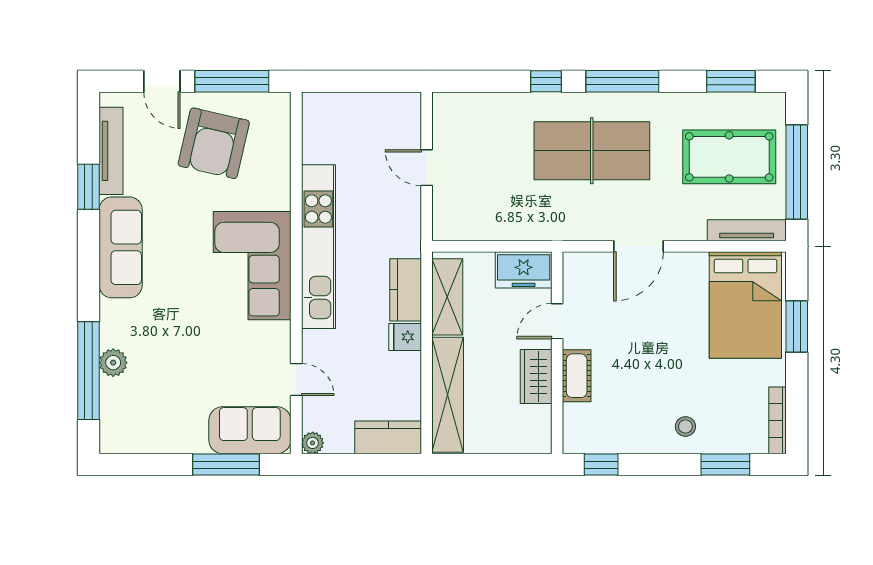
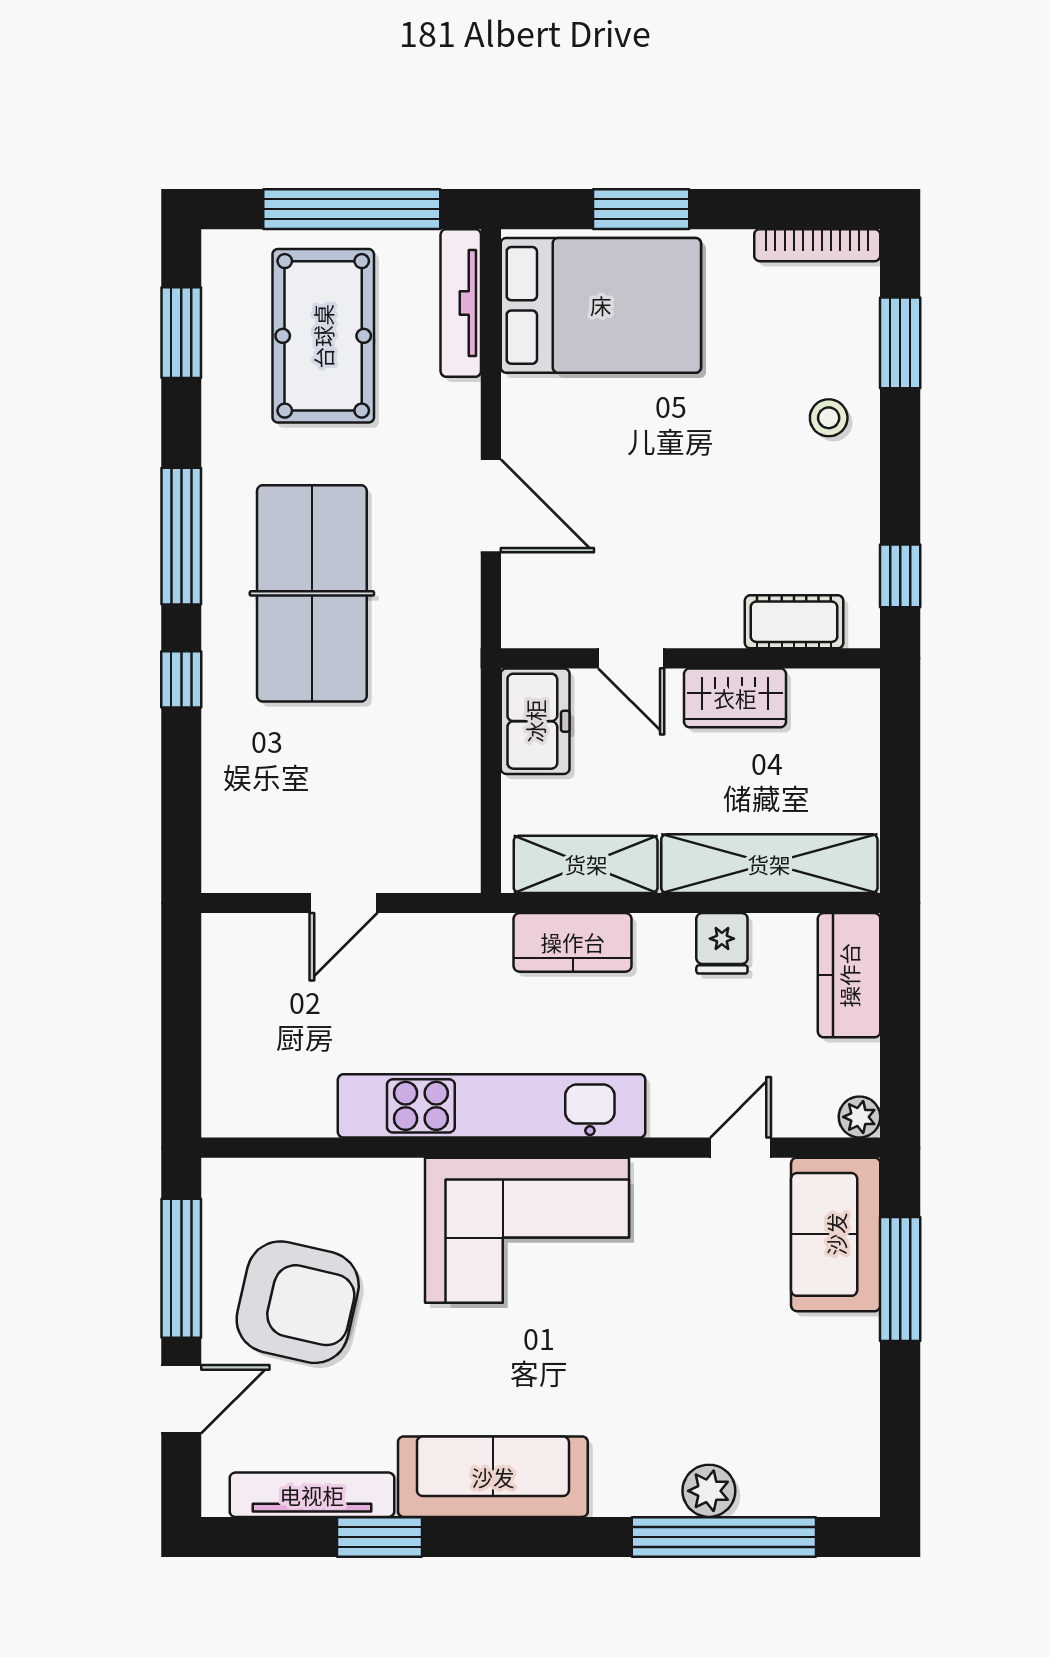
fridge: (405, 337) -> (722, 943), moved
cot: (577, 376) -> (794, 622), moved

